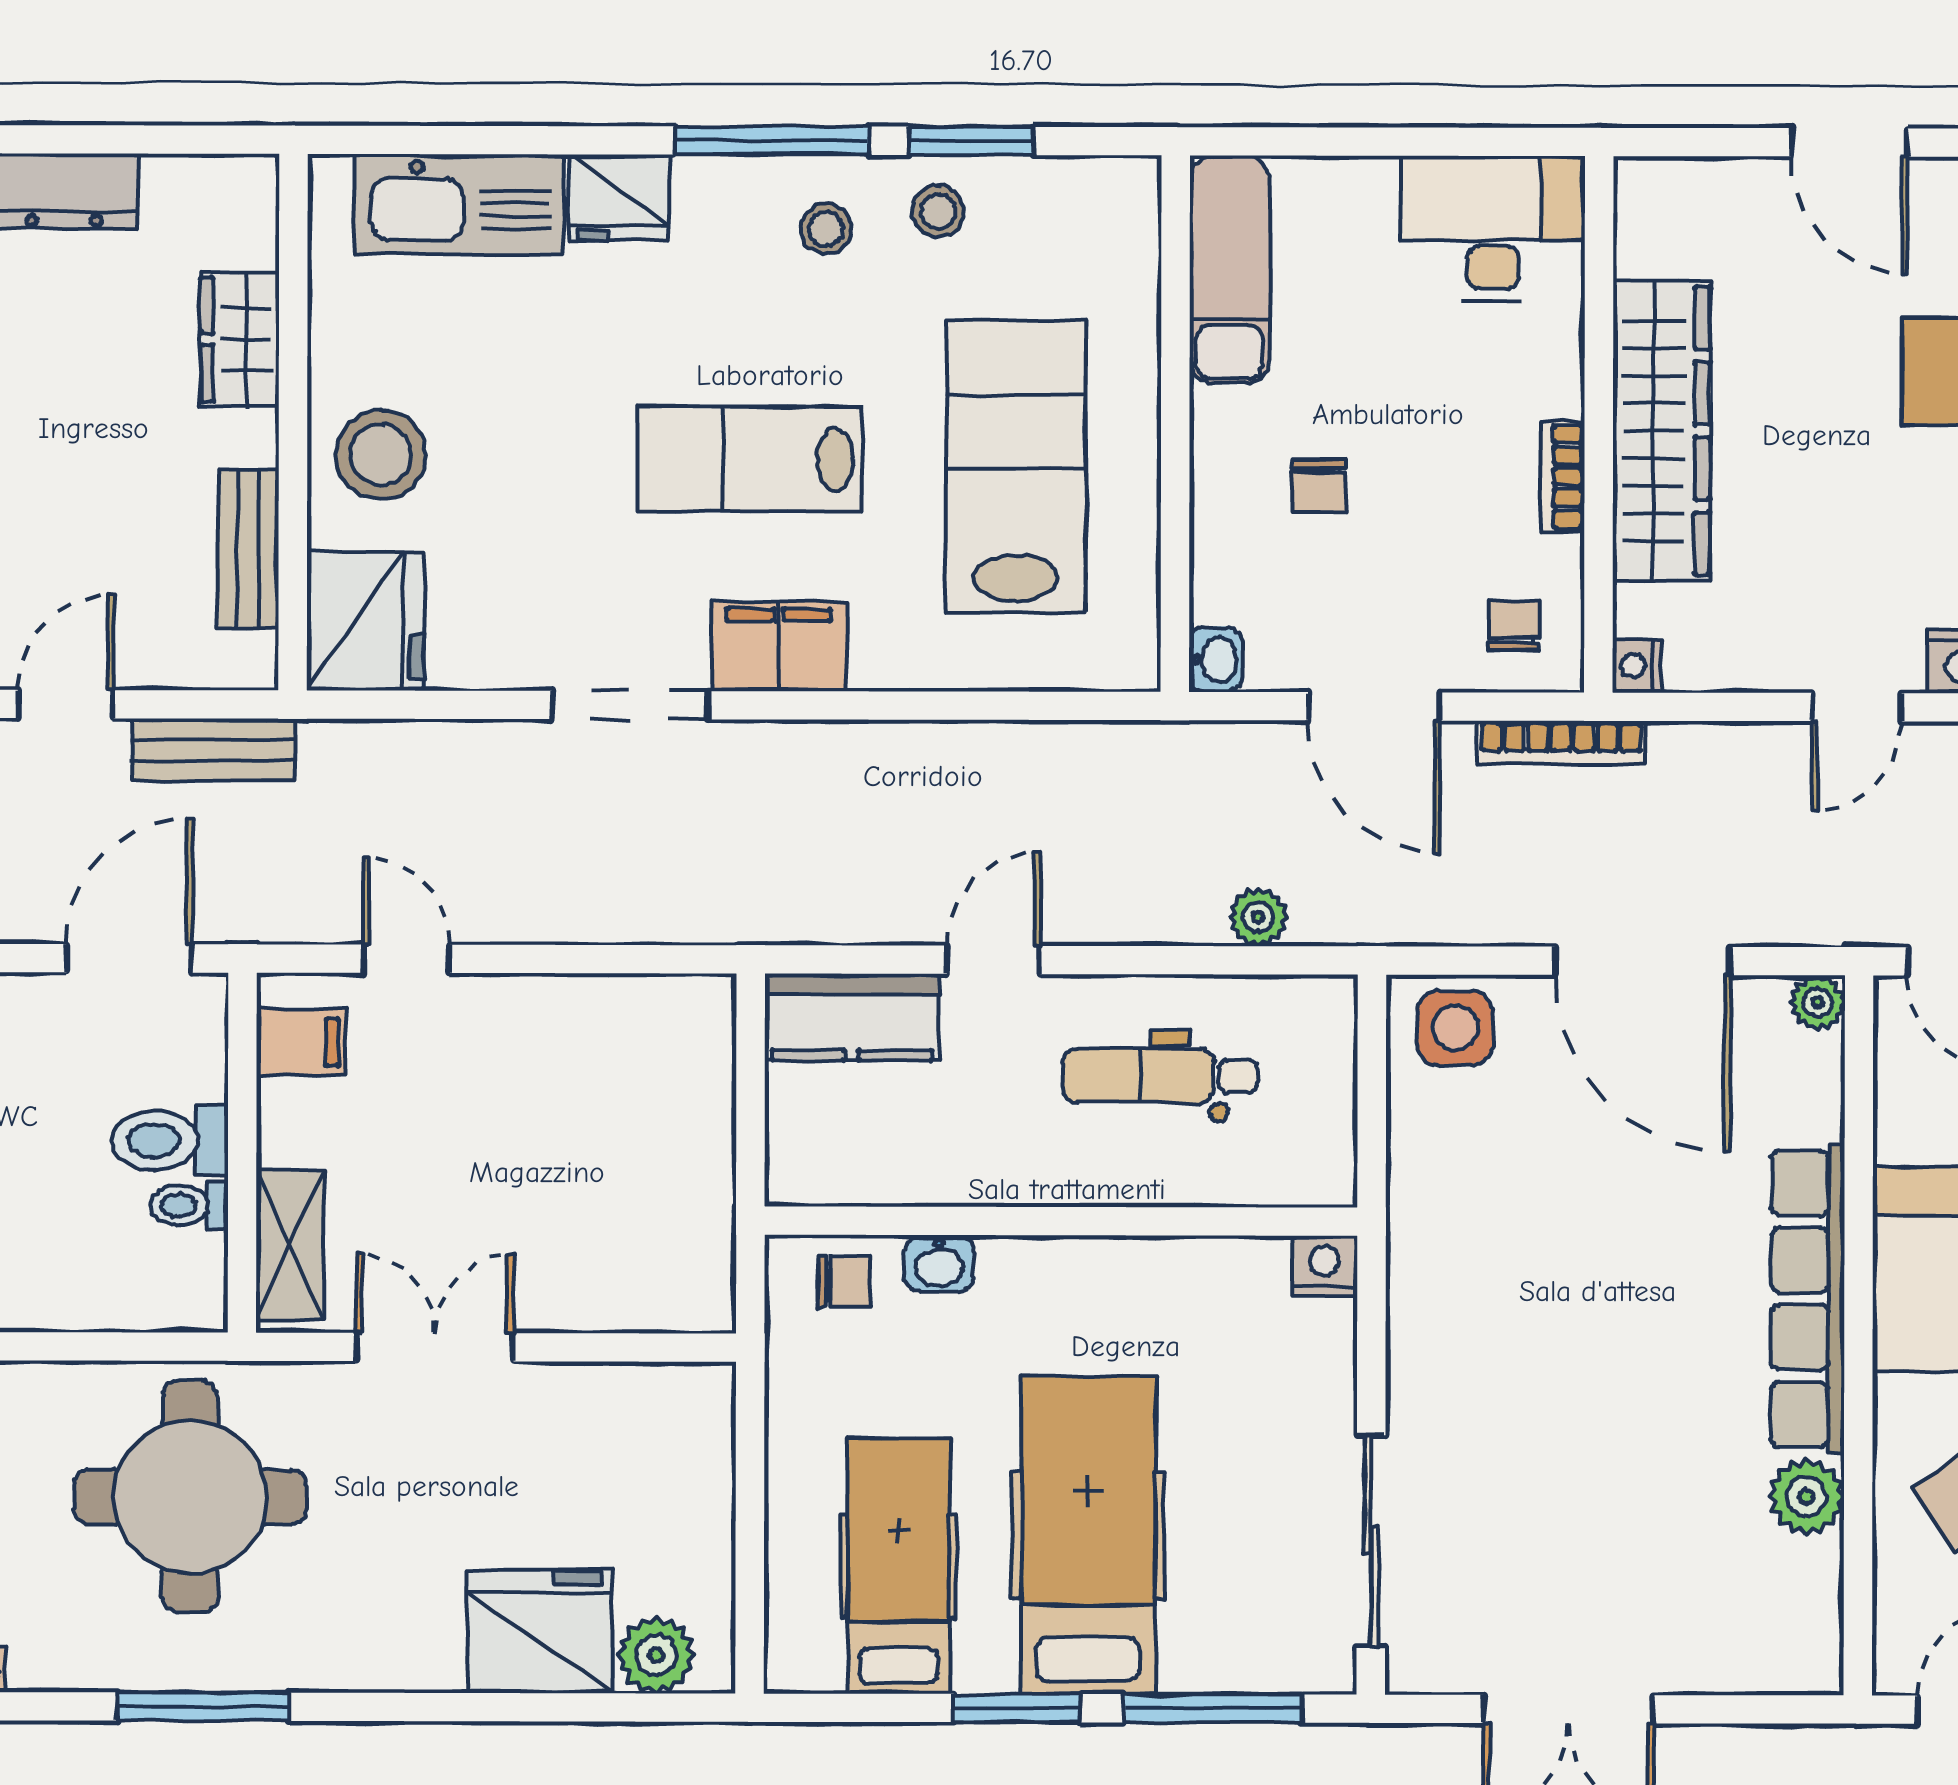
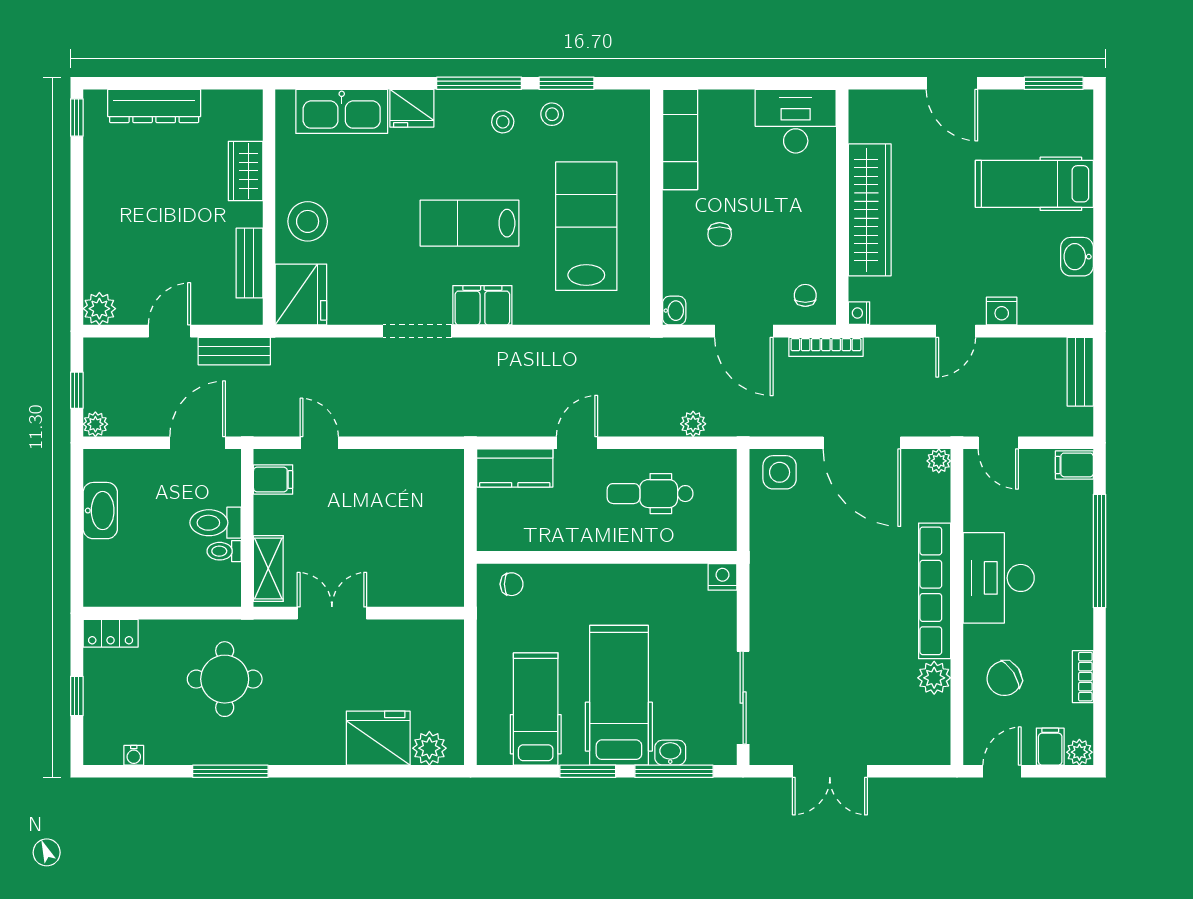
bookcase: (1562, 477) -> (826, 230), removed
washbasin: (939, 1263) -> (670, 753), moved, turned 180
round table: (190, 1497) -> (225, 679), width x0.73, depth x0.73

